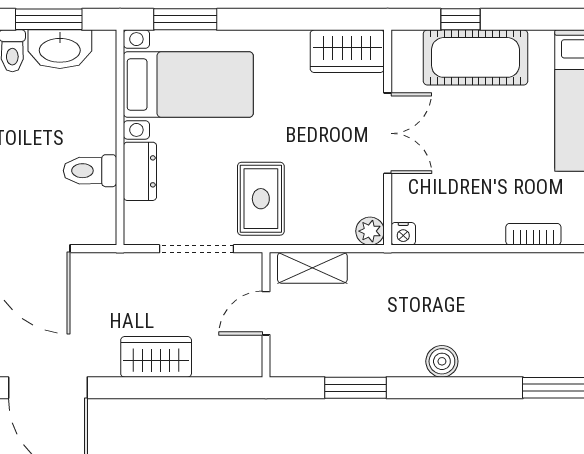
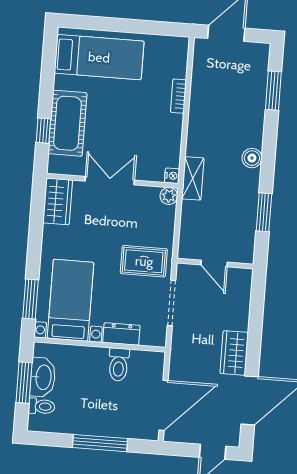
shelving: (312, 268) -> (193, 178), moved
wardrobe: (156, 357) -> (234, 353), moved

